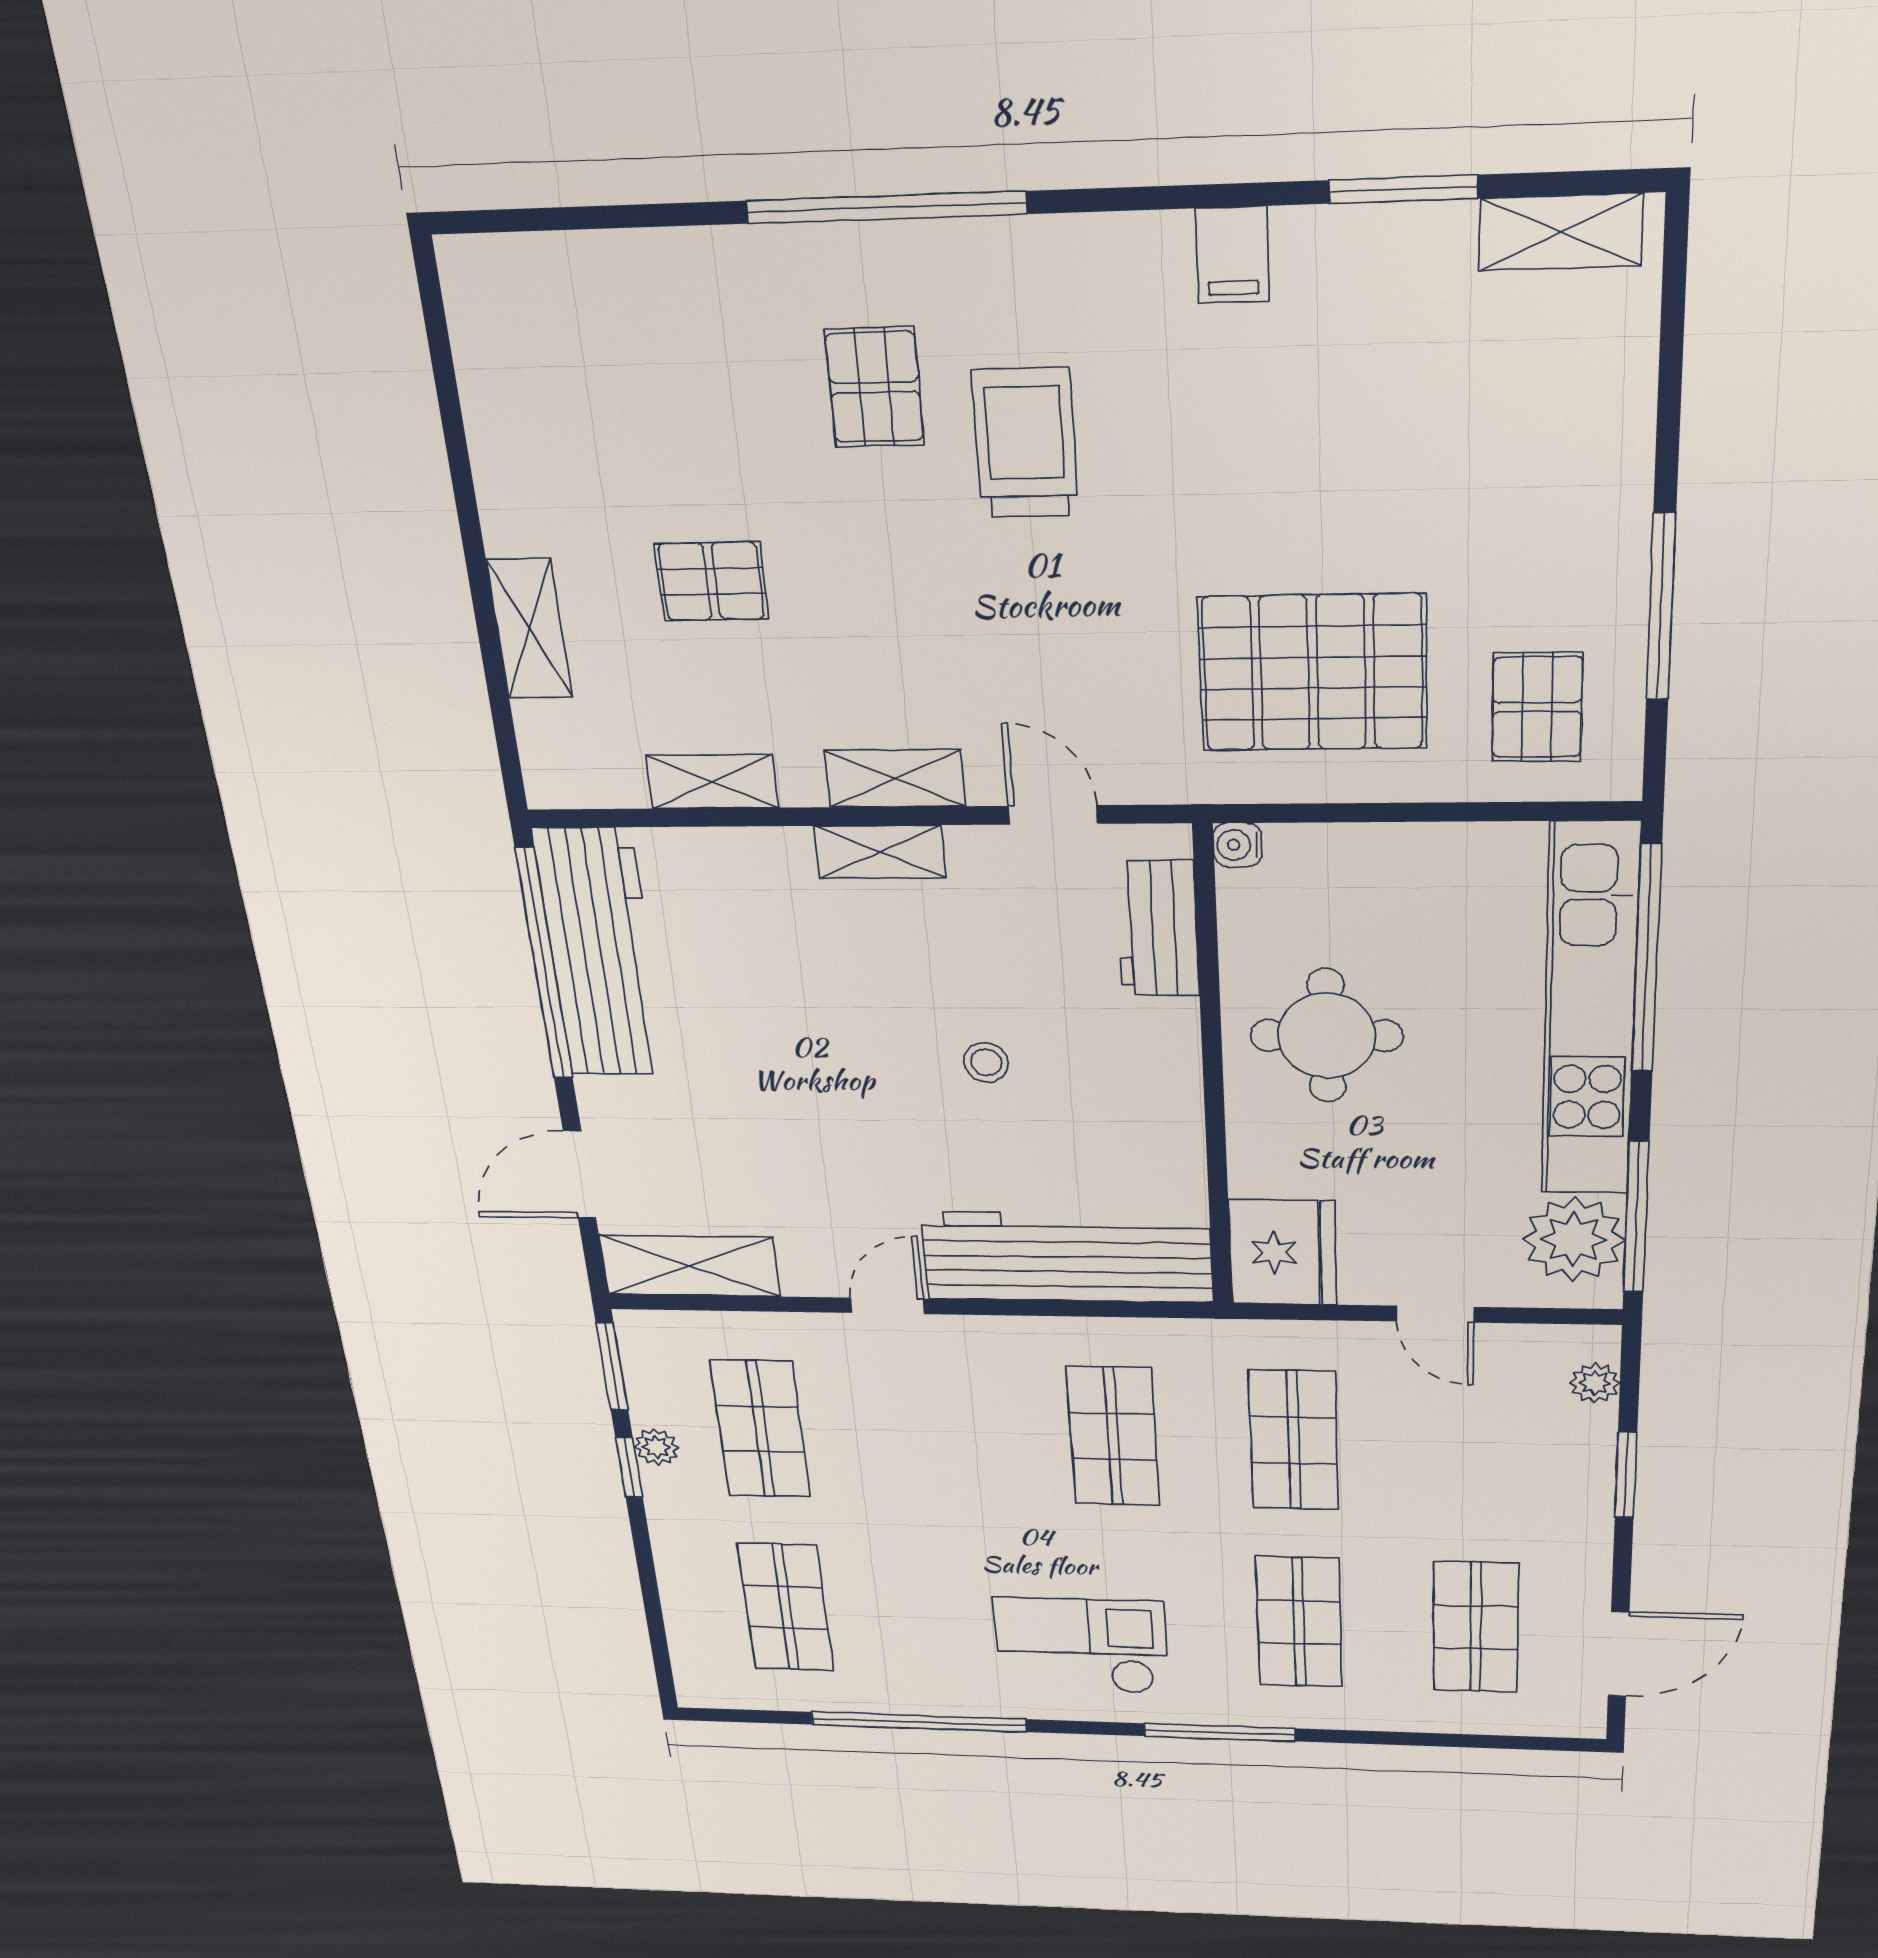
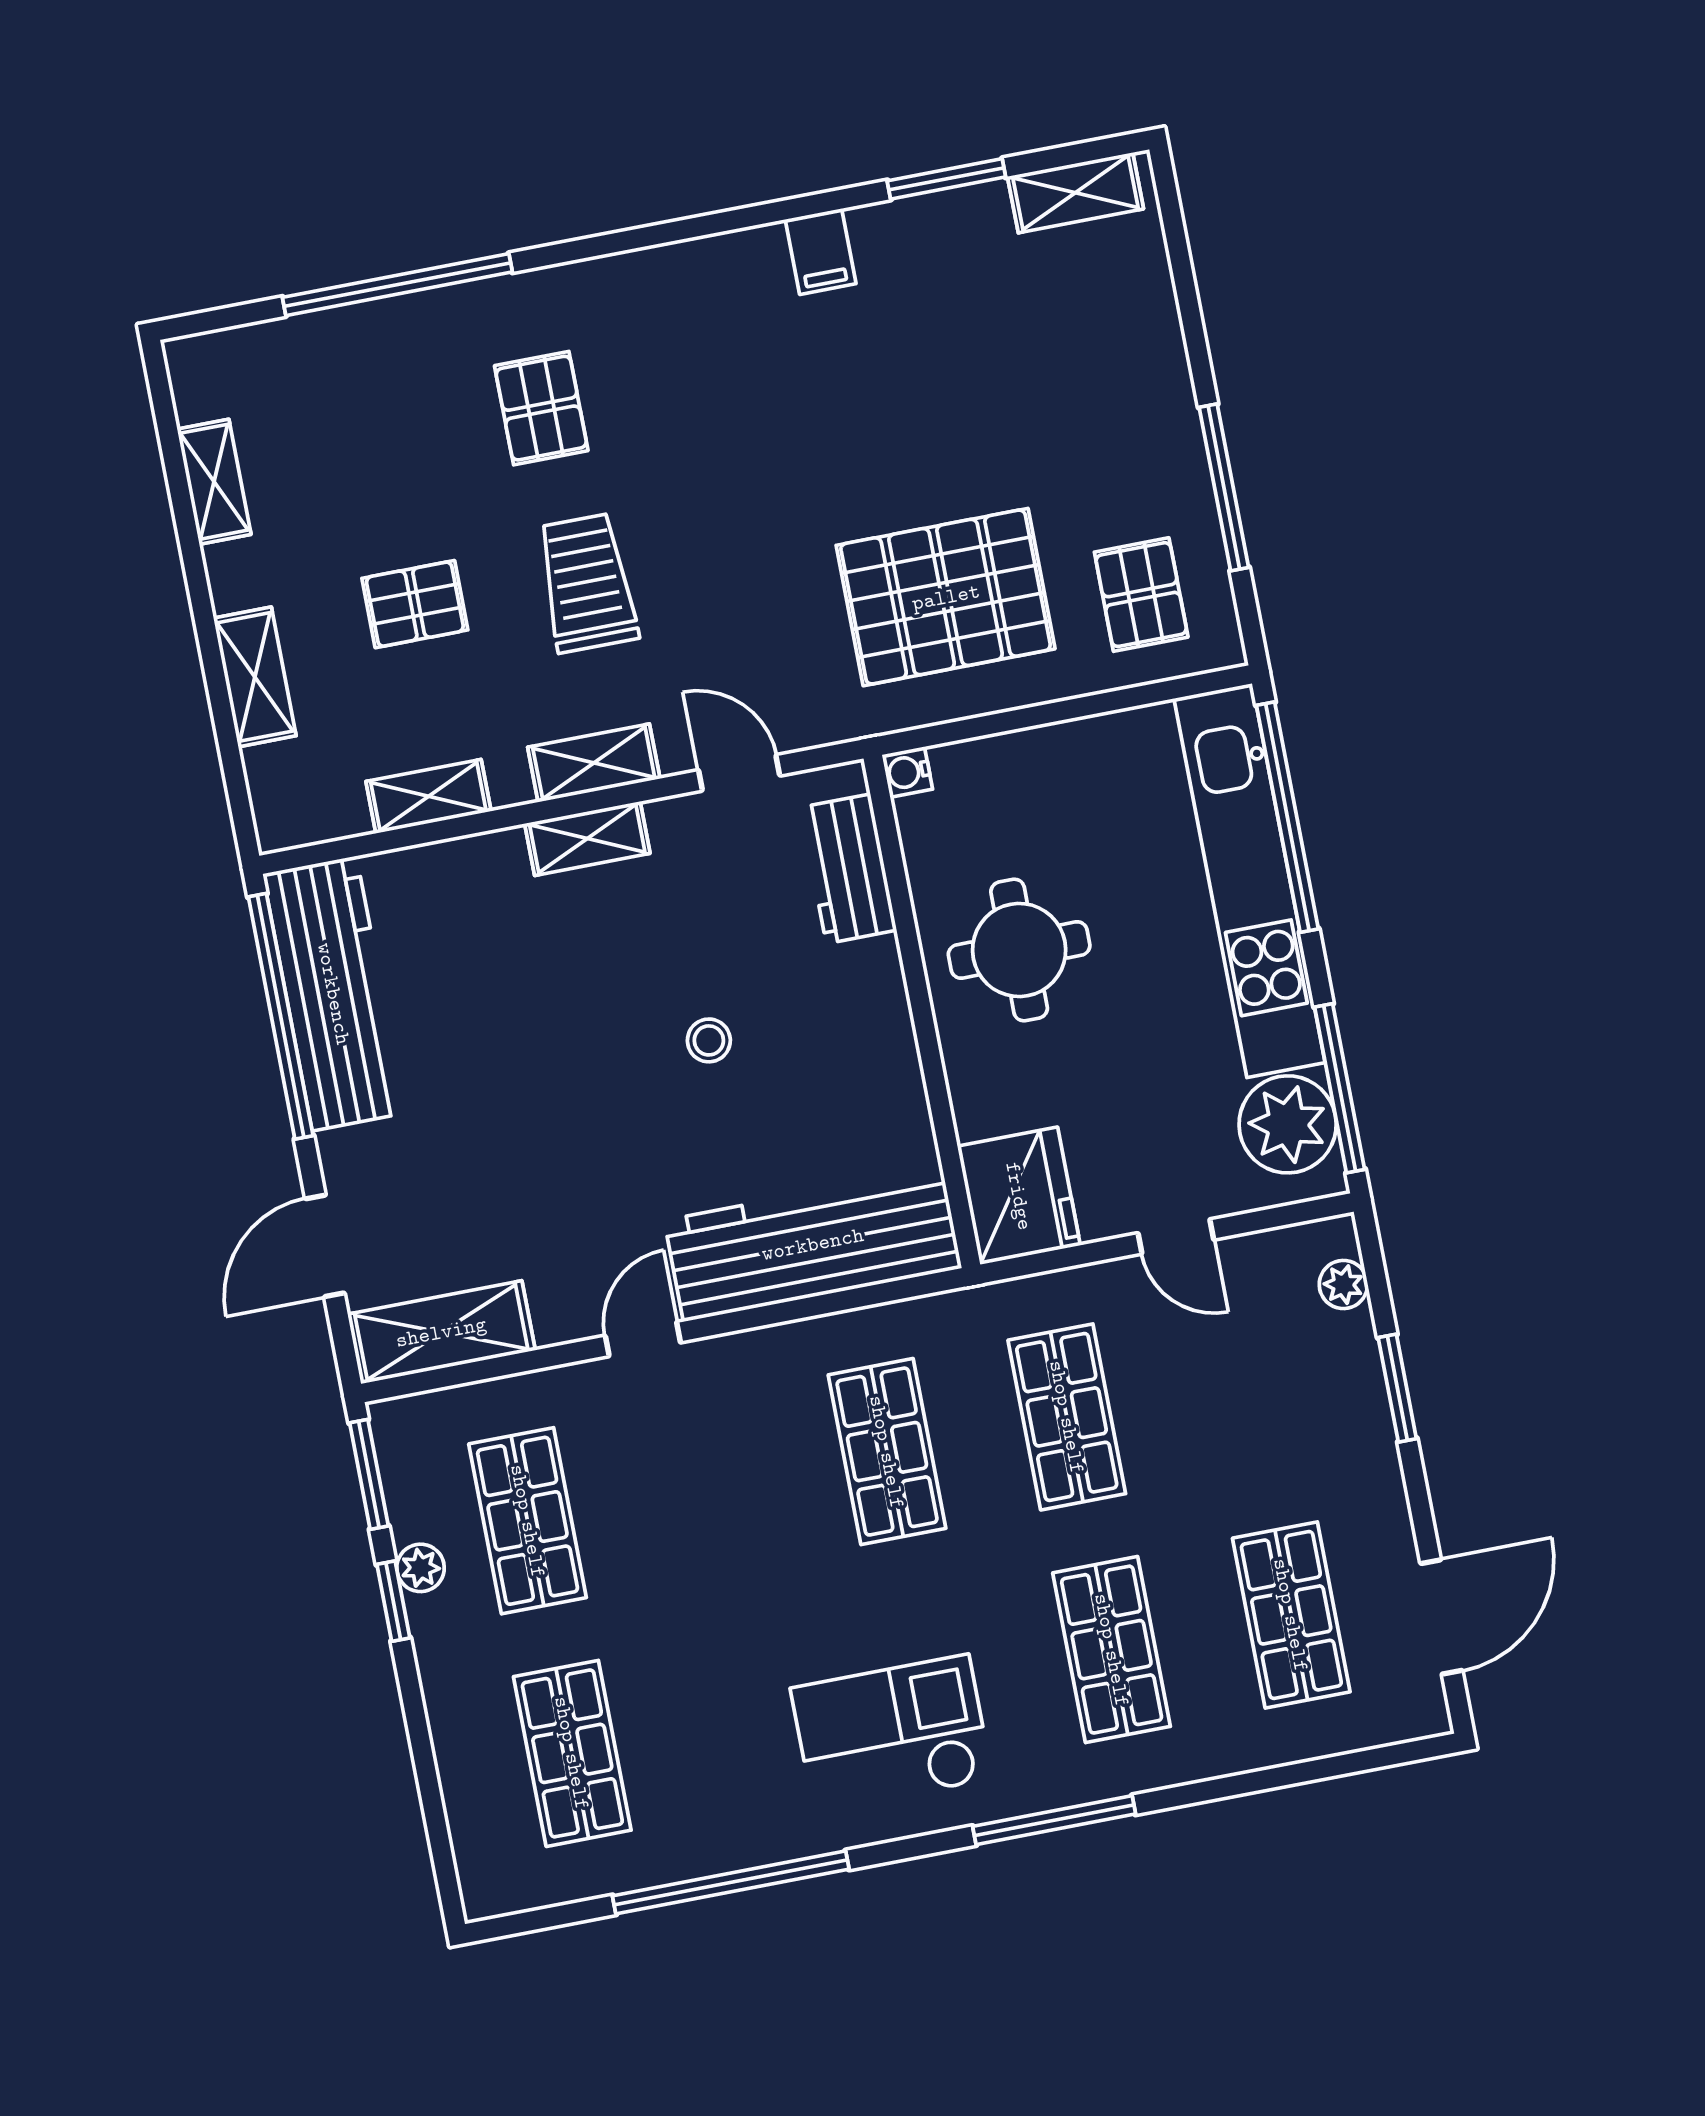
window: (886, 207) -> (397, 285), moved
shelving: (491, 410) -> (214, 482), added
trolley: (1025, 443) -> (587, 583), moved

